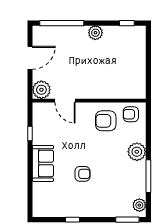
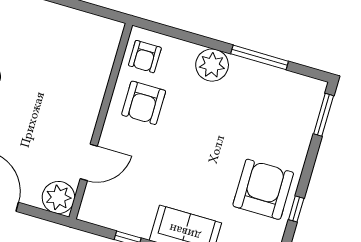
armchair: (82, 174) -> (263, 189), moved, width x1.88, depth x1.88
plant: (139, 205) -> (305, 87), removed

